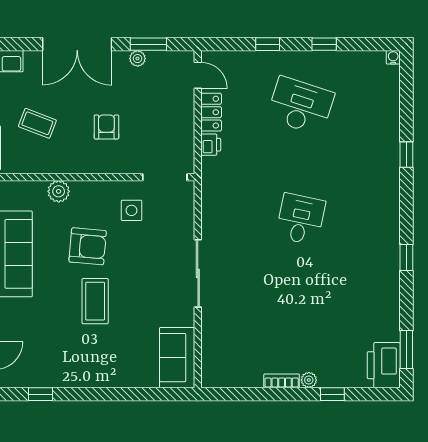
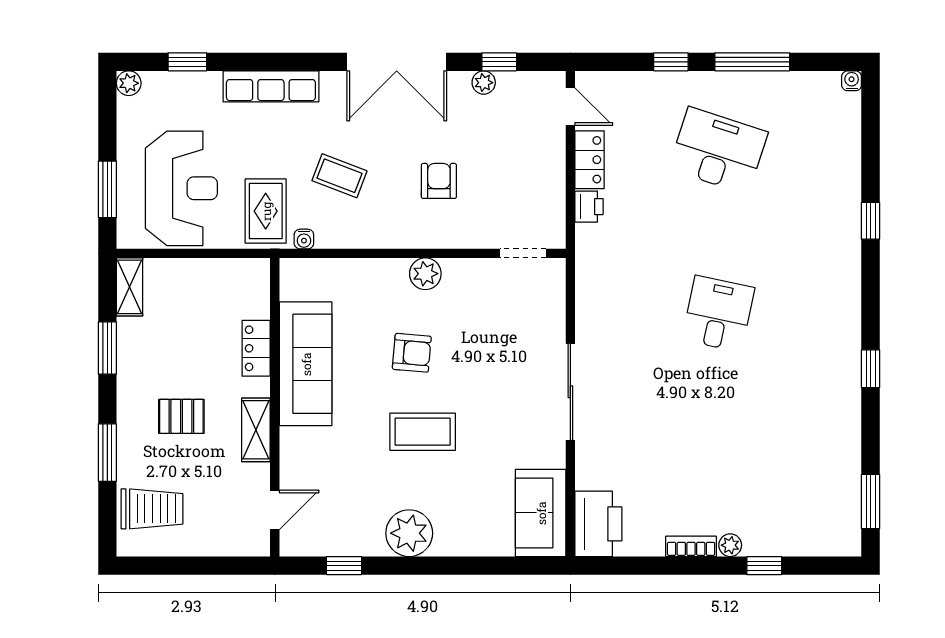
window: (148, 44) -> (499, 62), width x0.67
window: (324, 44) -> (752, 62), width x2.17
water cooler: (13, 167) -> (304, 239), added
doorway: (165, 177) -> (523, 253), width x0.73
plant: (59, 191) -> (425, 274), moved
side table: (131, 210) -> (475, 301), removed
armchair: (88, 246) -> (412, 353), width x0.72, depth x0.72
coffee table: (95, 301) -> (423, 432), turned 90
printer: (384, 365) -> (598, 524), moved, turned 180
plant: (86, 372) -> (409, 533), added

